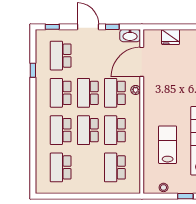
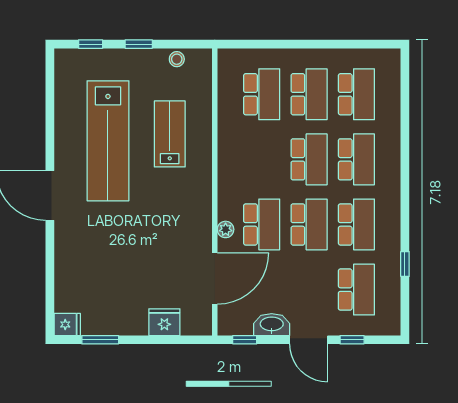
window: (52, 27) -> (352, 340), moved
window: (112, 27) -> (245, 340), moved
washbasin: (130, 36) -> (272, 325), moved
school desk: (115, 130) -> (309, 94), moved
lab bench: (168, 145) -> (170, 134), turned 180

